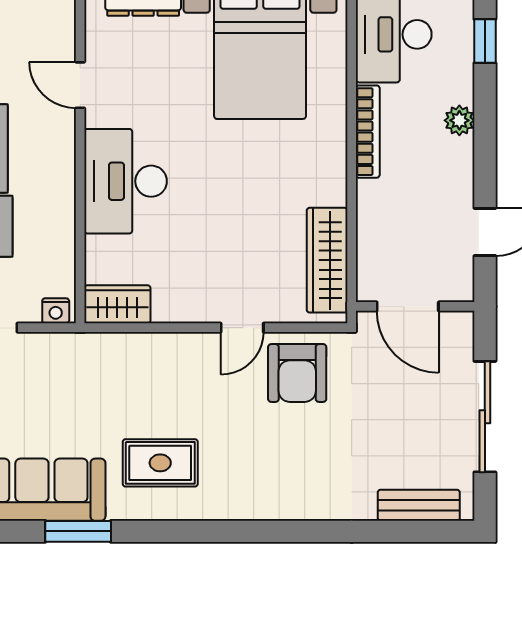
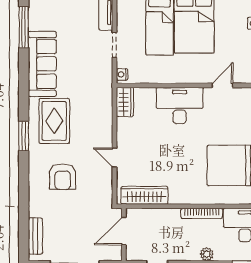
armchair: (297, 373) -> (63, 177), moved, turned -90
rug: (160, 463) -> (54, 121), width x1.36, depth x1.43
window: (78, 531) -> (24, 136), moved

